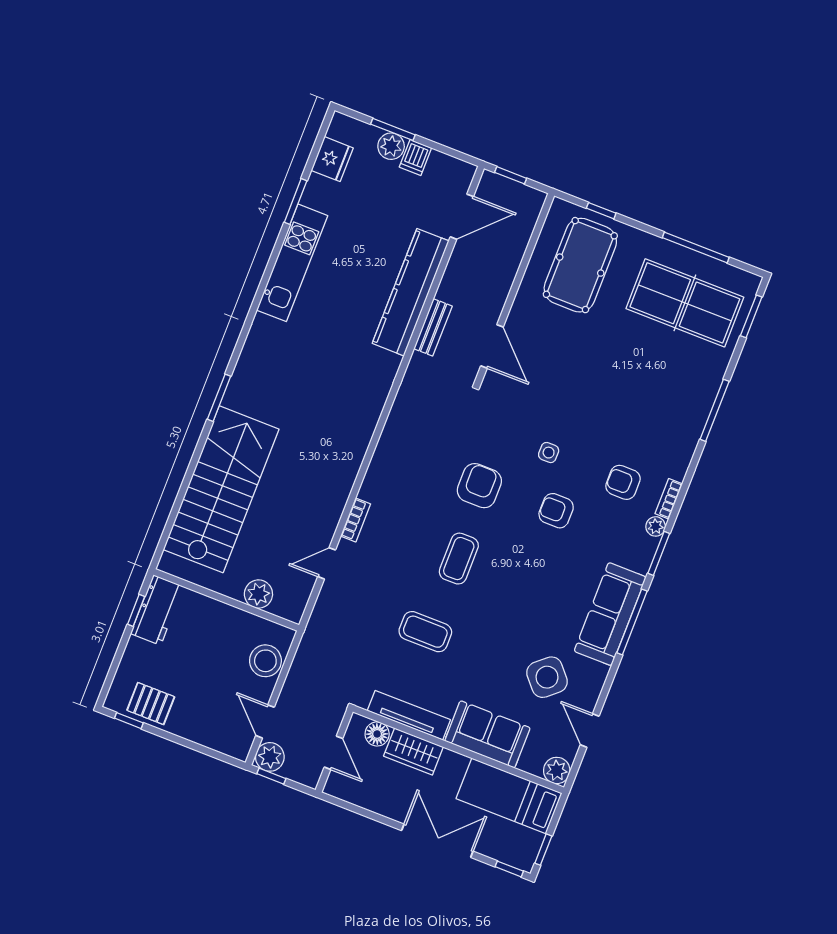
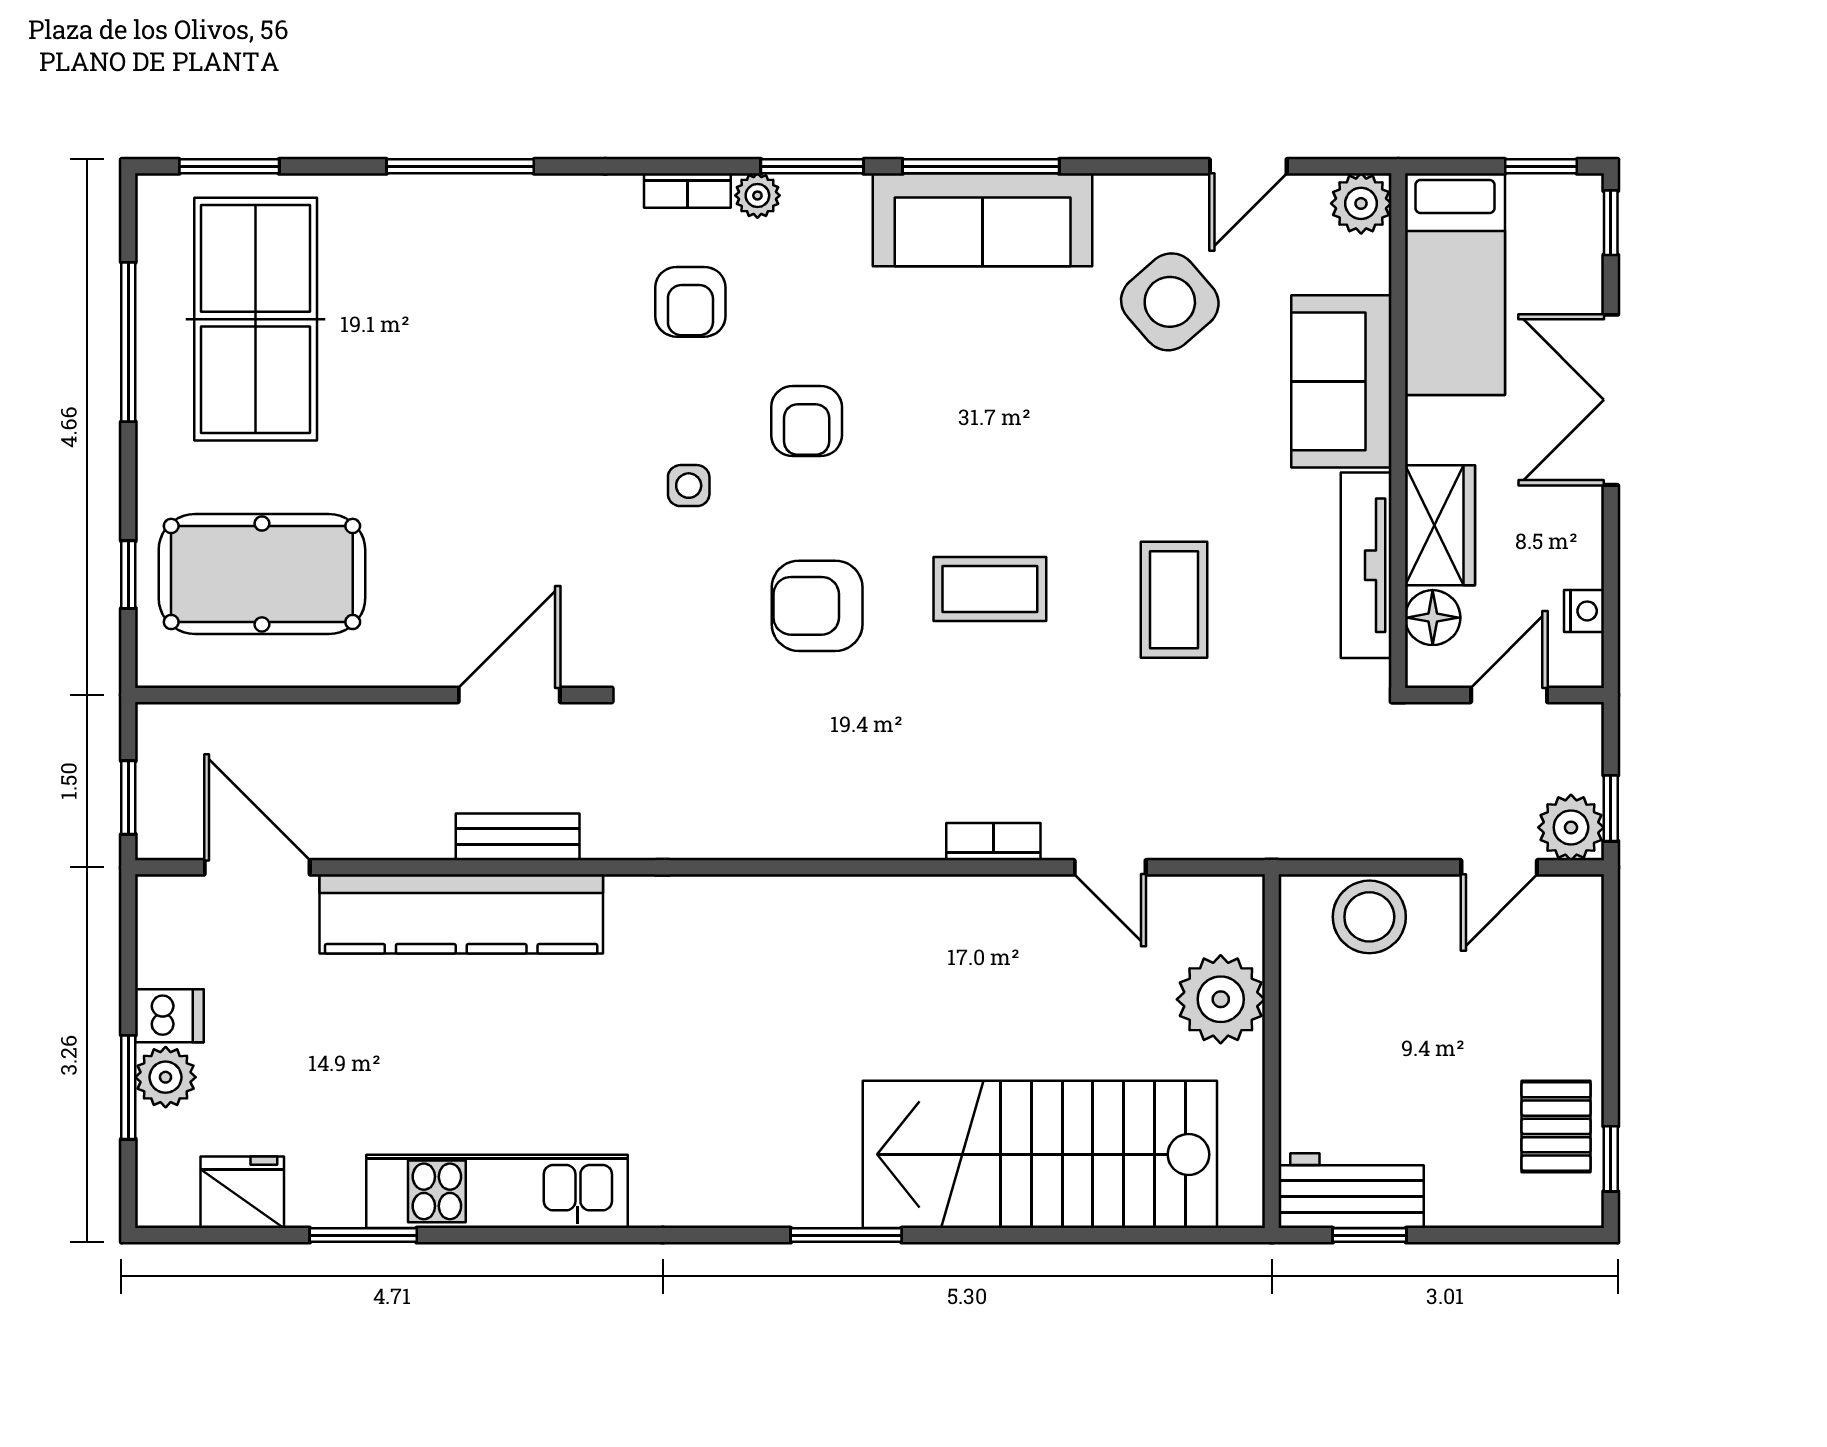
plant: (258, 594) -> (1221, 999), width x1.36, depth x1.36
nightstand: (356, 797) -> (1584, 611), added

